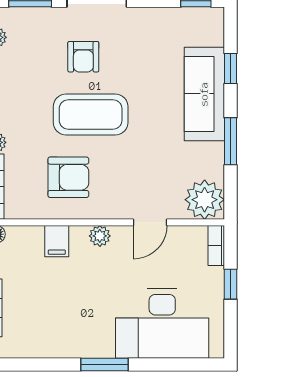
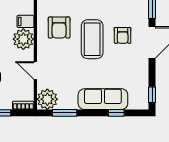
armchair: (83, 57) -> (123, 35), turned -90
window: (231, 141) -> (65, 113), moved
plant: (100, 236) -> (23, 39), width x1.87, depth x1.87

